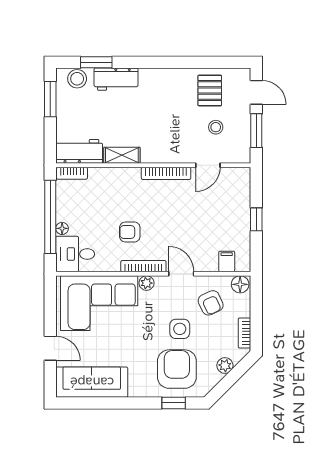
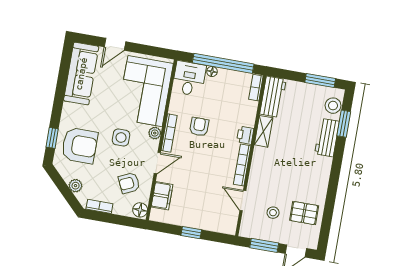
printer: (130, 176) -> (245, 135), added
filing cabinet: (227, 261) -> (162, 196), width x2.00
side table: (180, 329) -> (121, 138), moved

